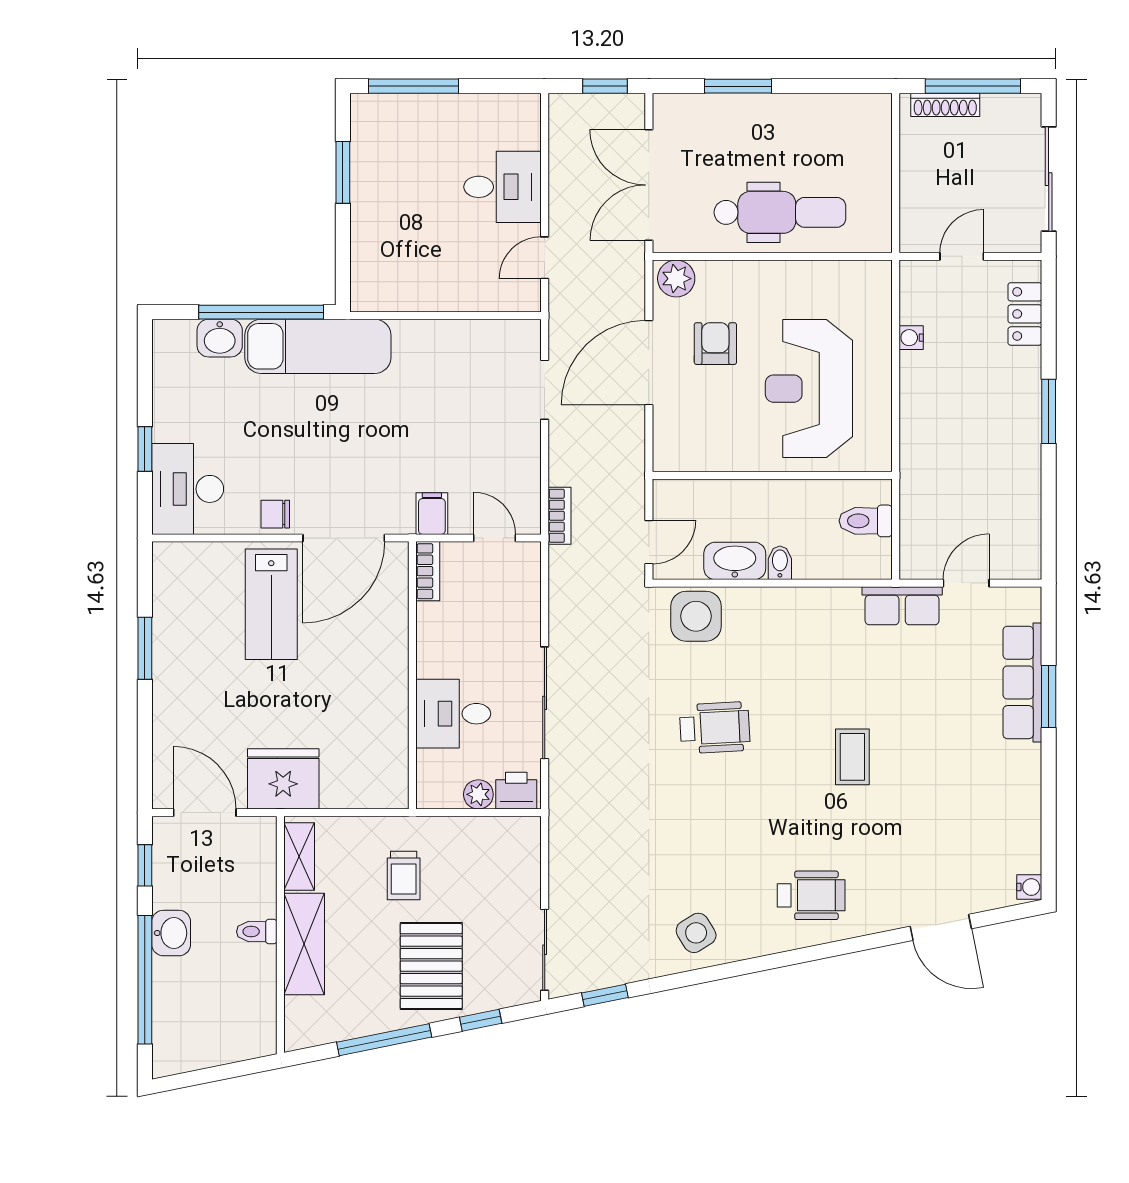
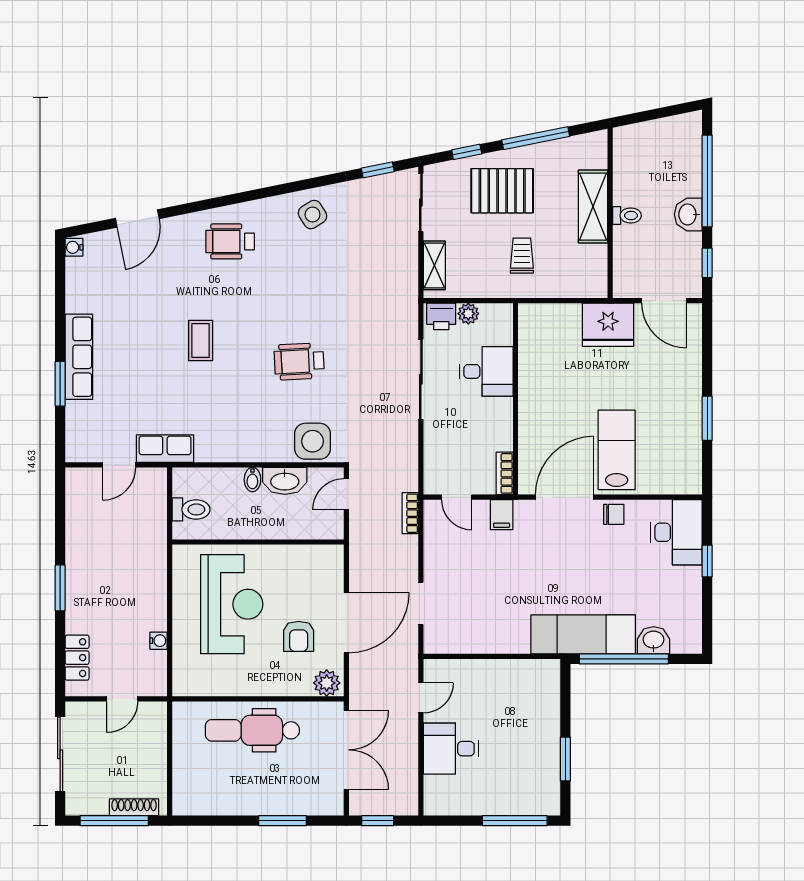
row of seats: (1022, 682) -> (79, 357), moved
shelving: (299, 856) -> (434, 265), moved
door: (941, 927) -> (137, 218), swing flipped
pallet: (431, 966) -> (502, 191), turned 90

